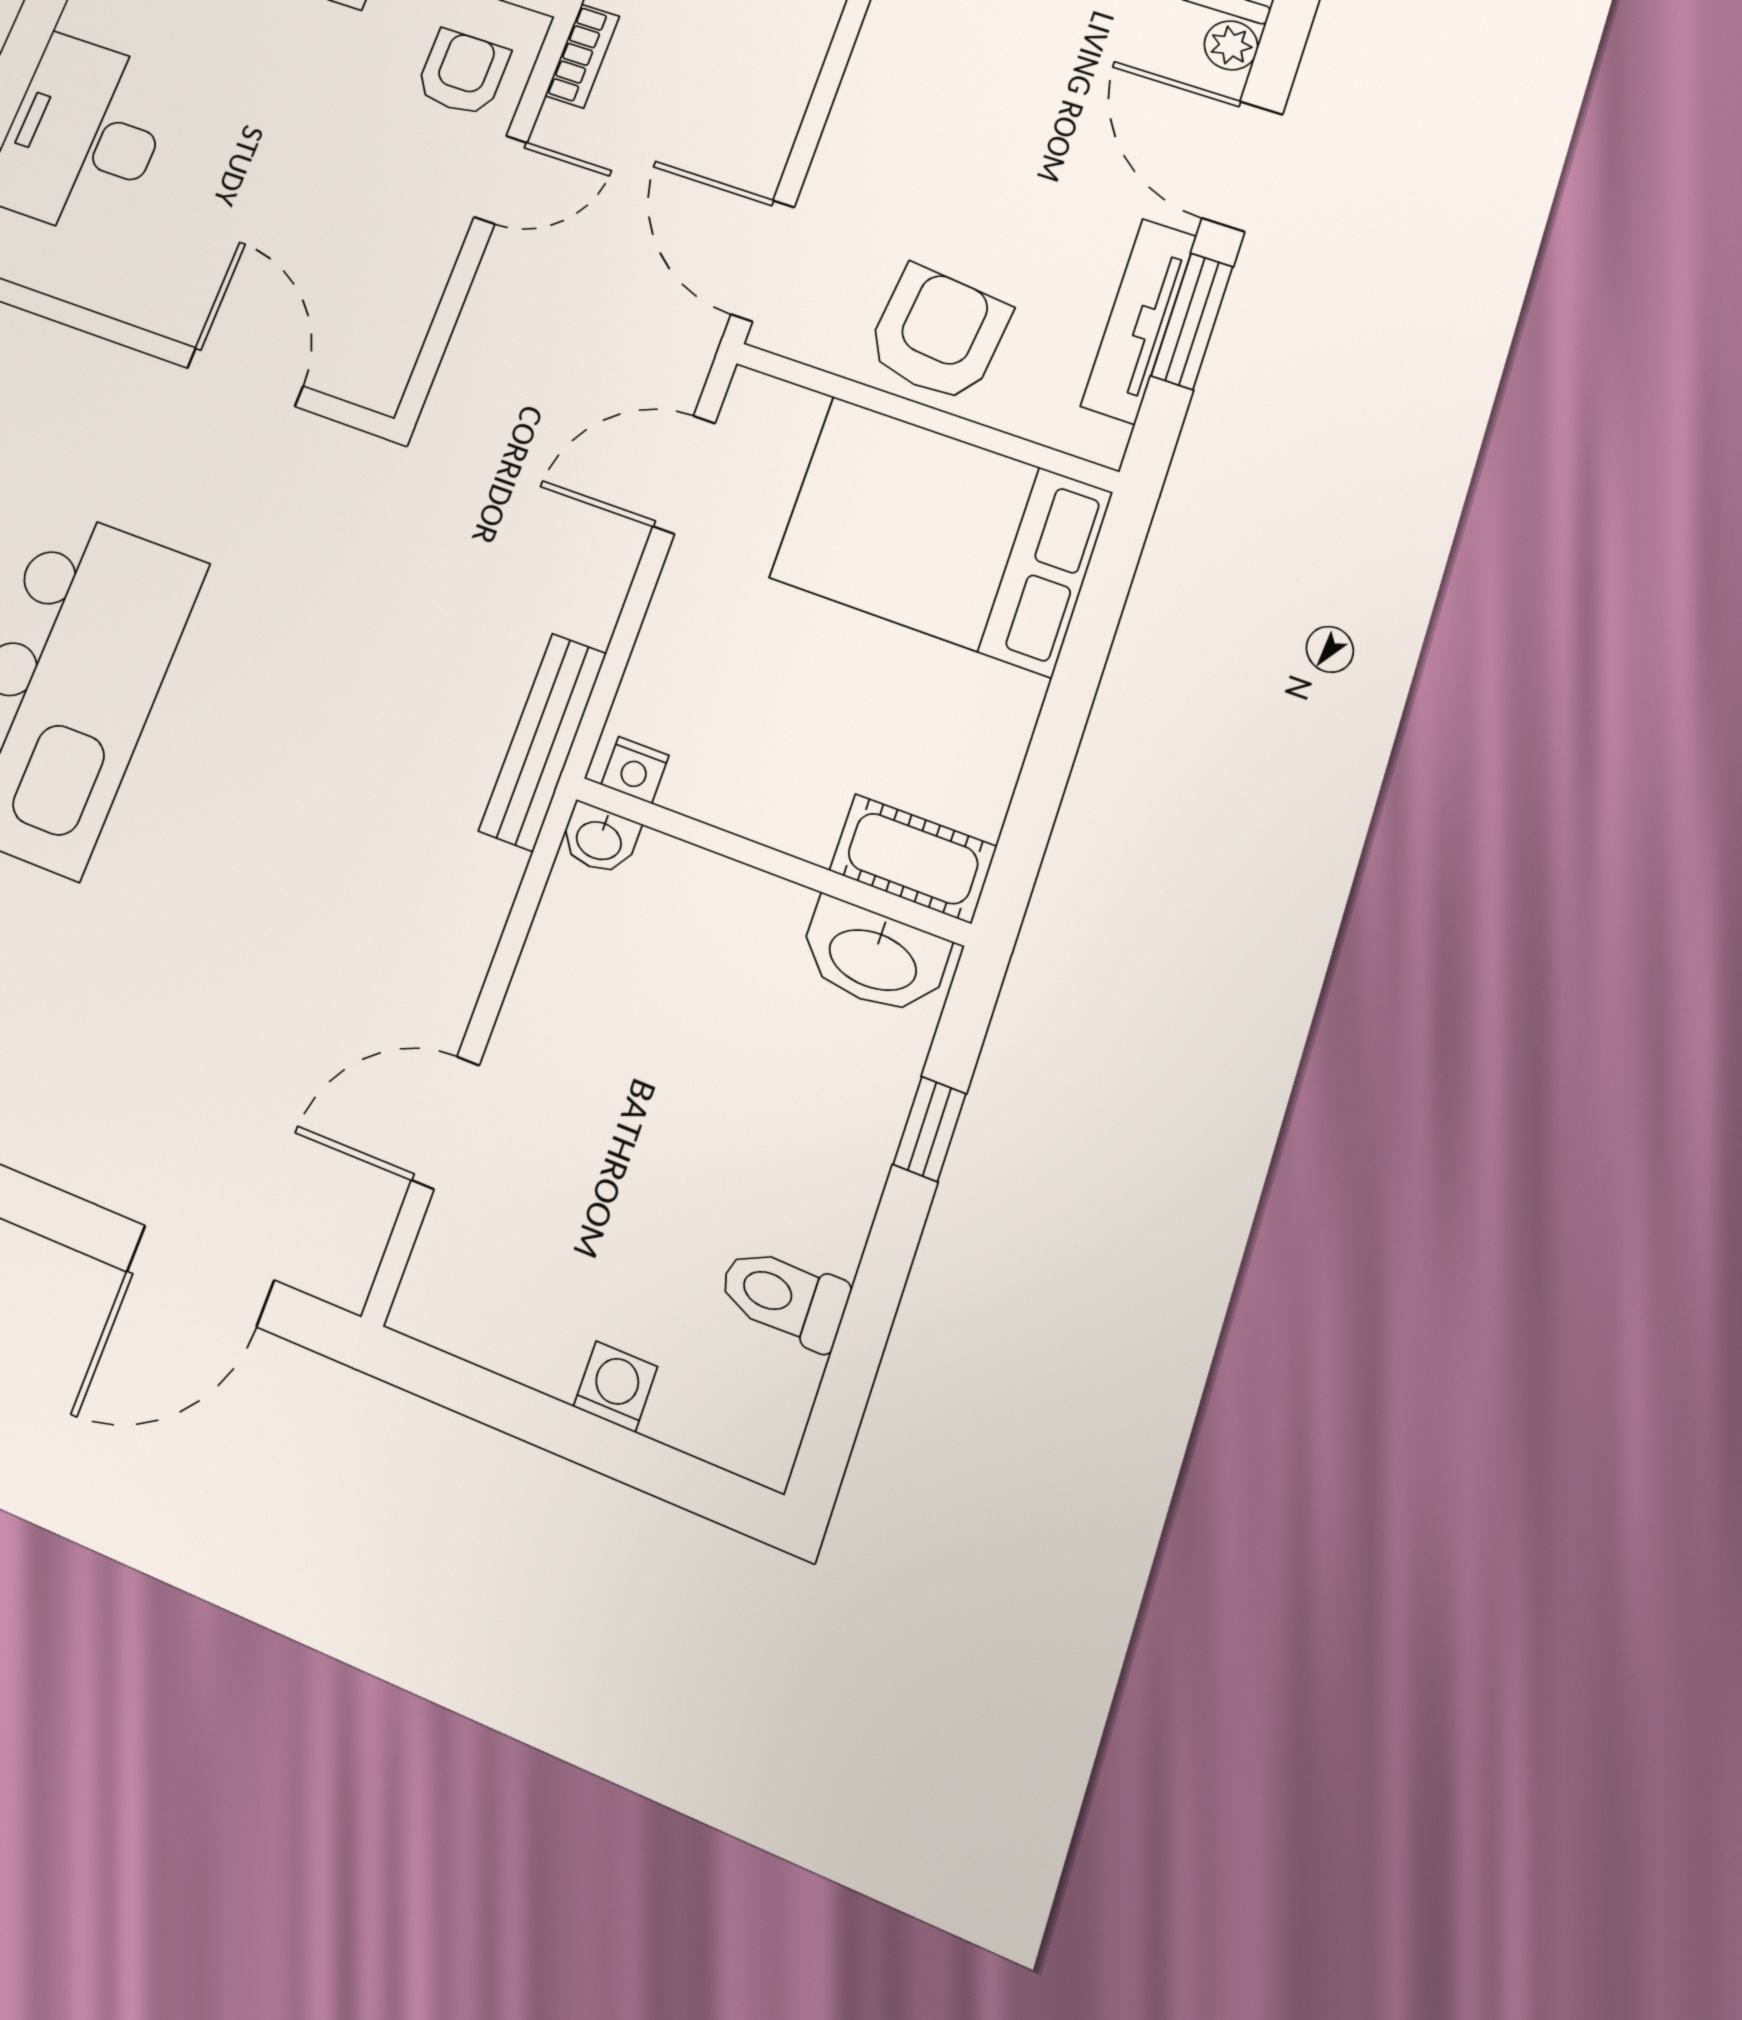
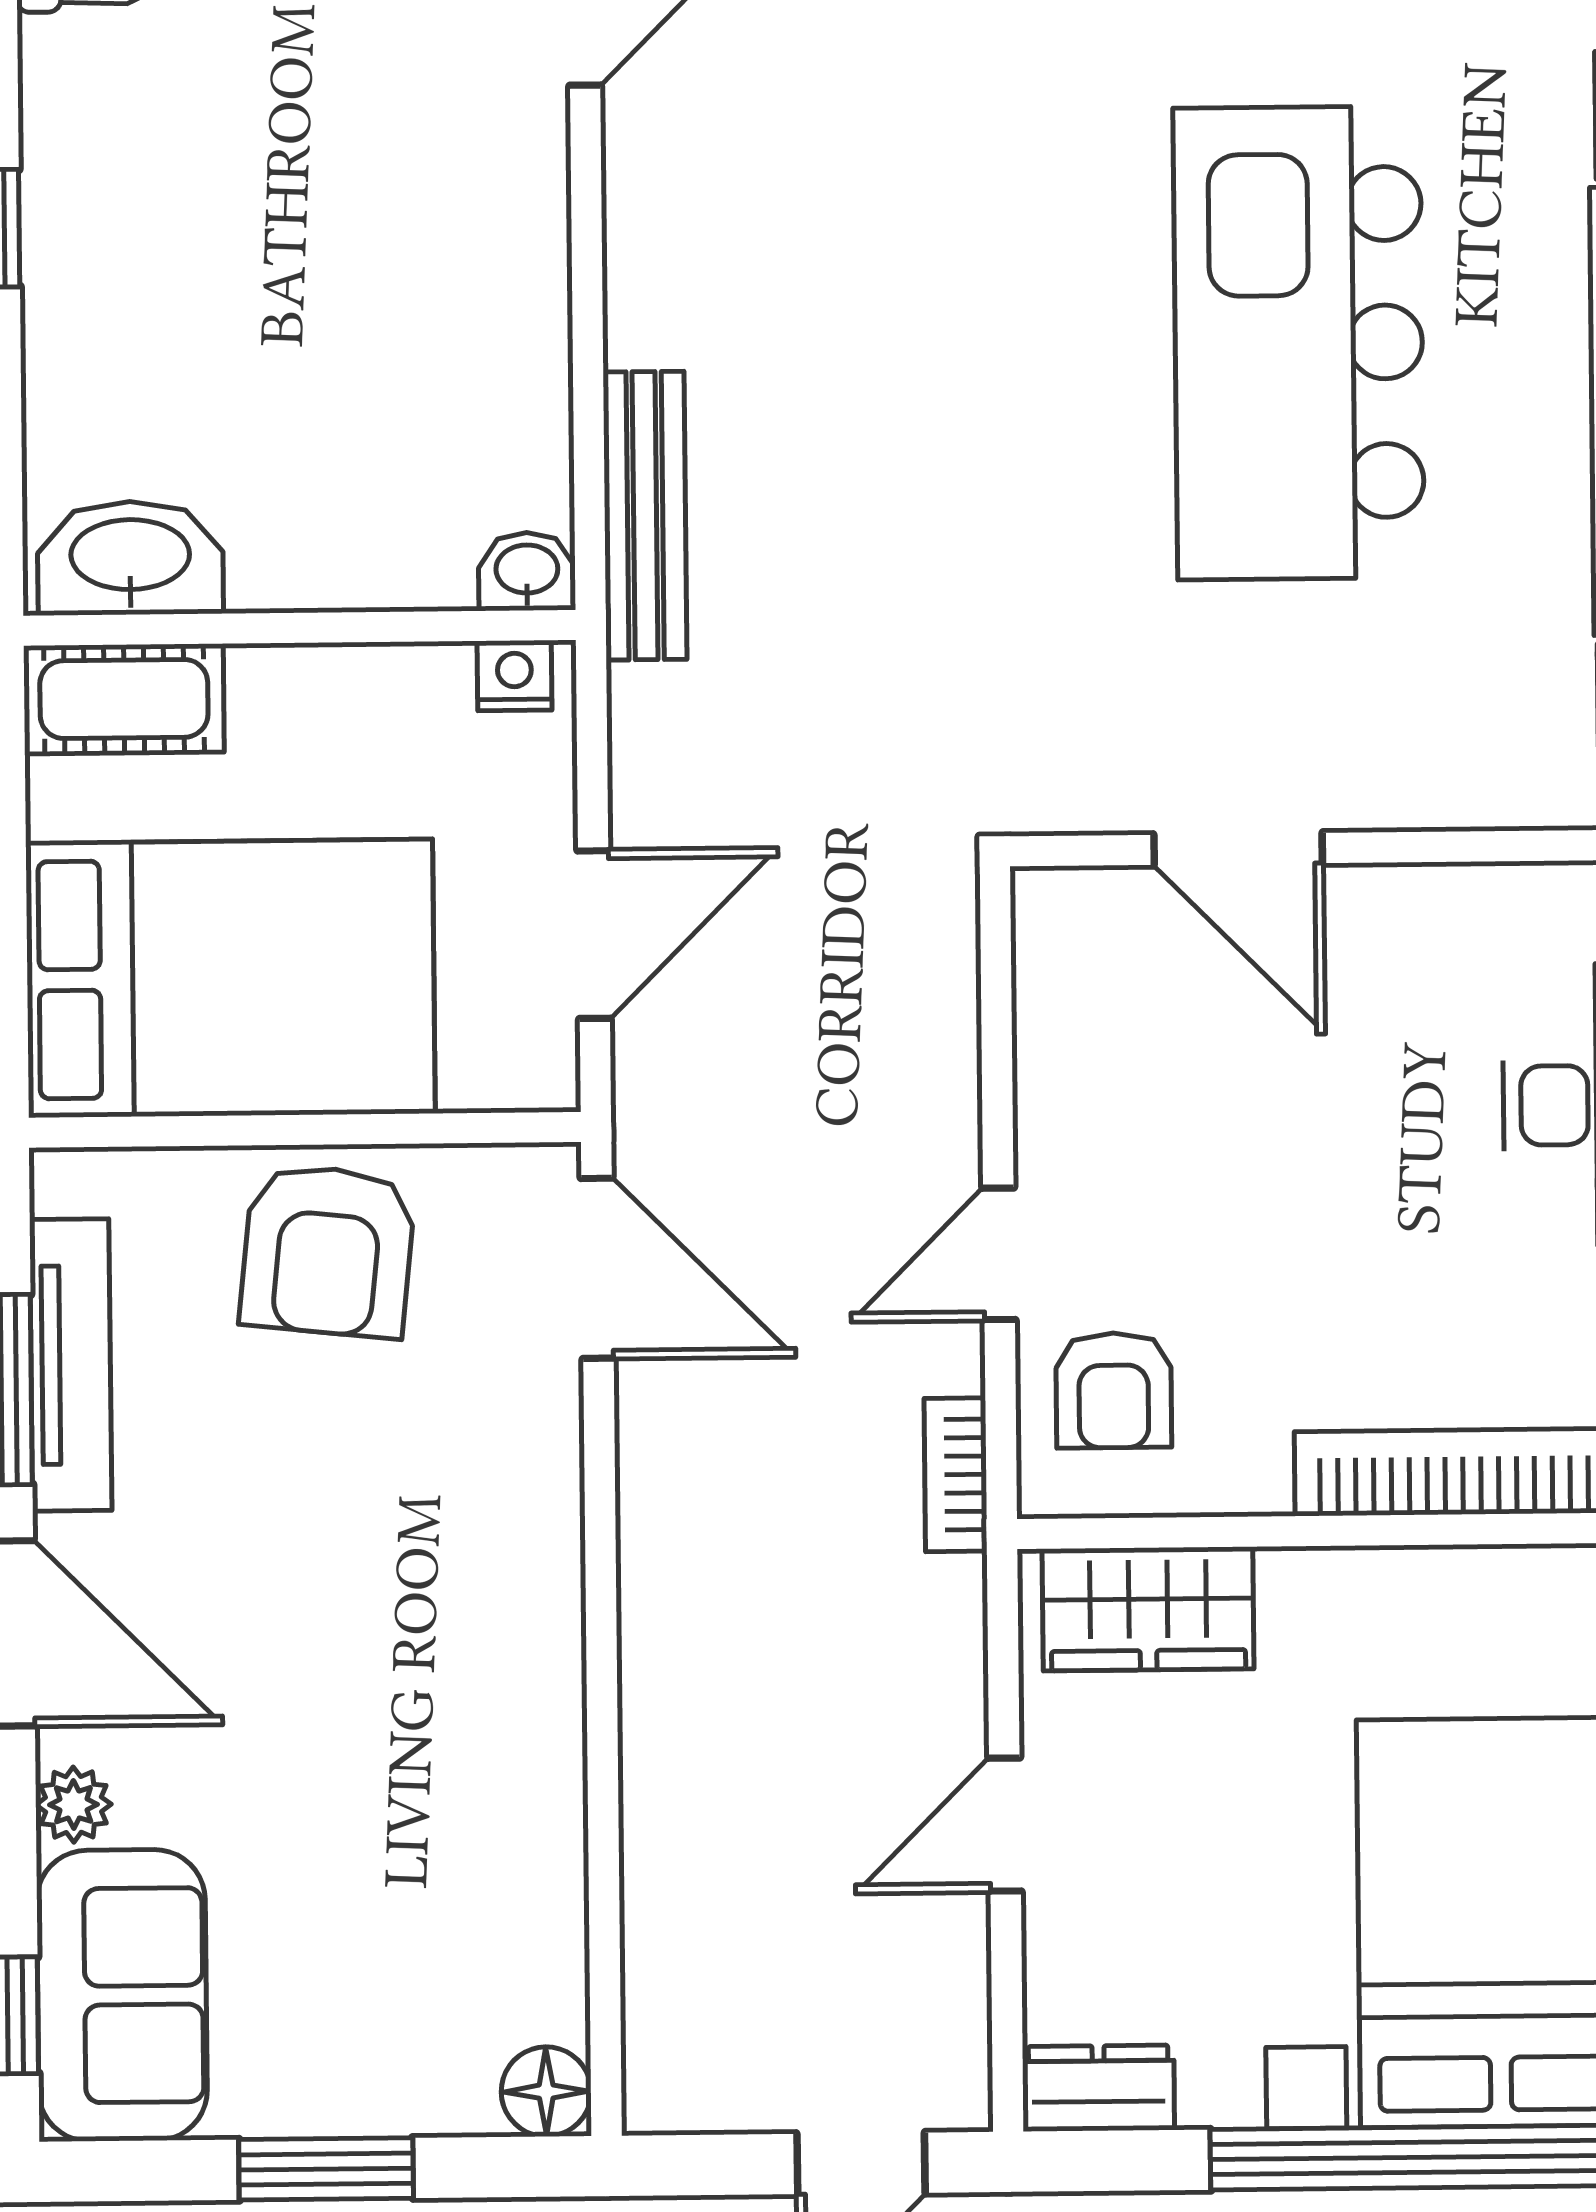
nightstand: (635, 770) -> (514, 676), moved
washbasin: (599, 839) -> (527, 571), moved
cot: (913, 858) -> (124, 699), moved
wall: (771, 861) -> (300, 628), moved
washbasin: (874, 958) -> (130, 558), moved

